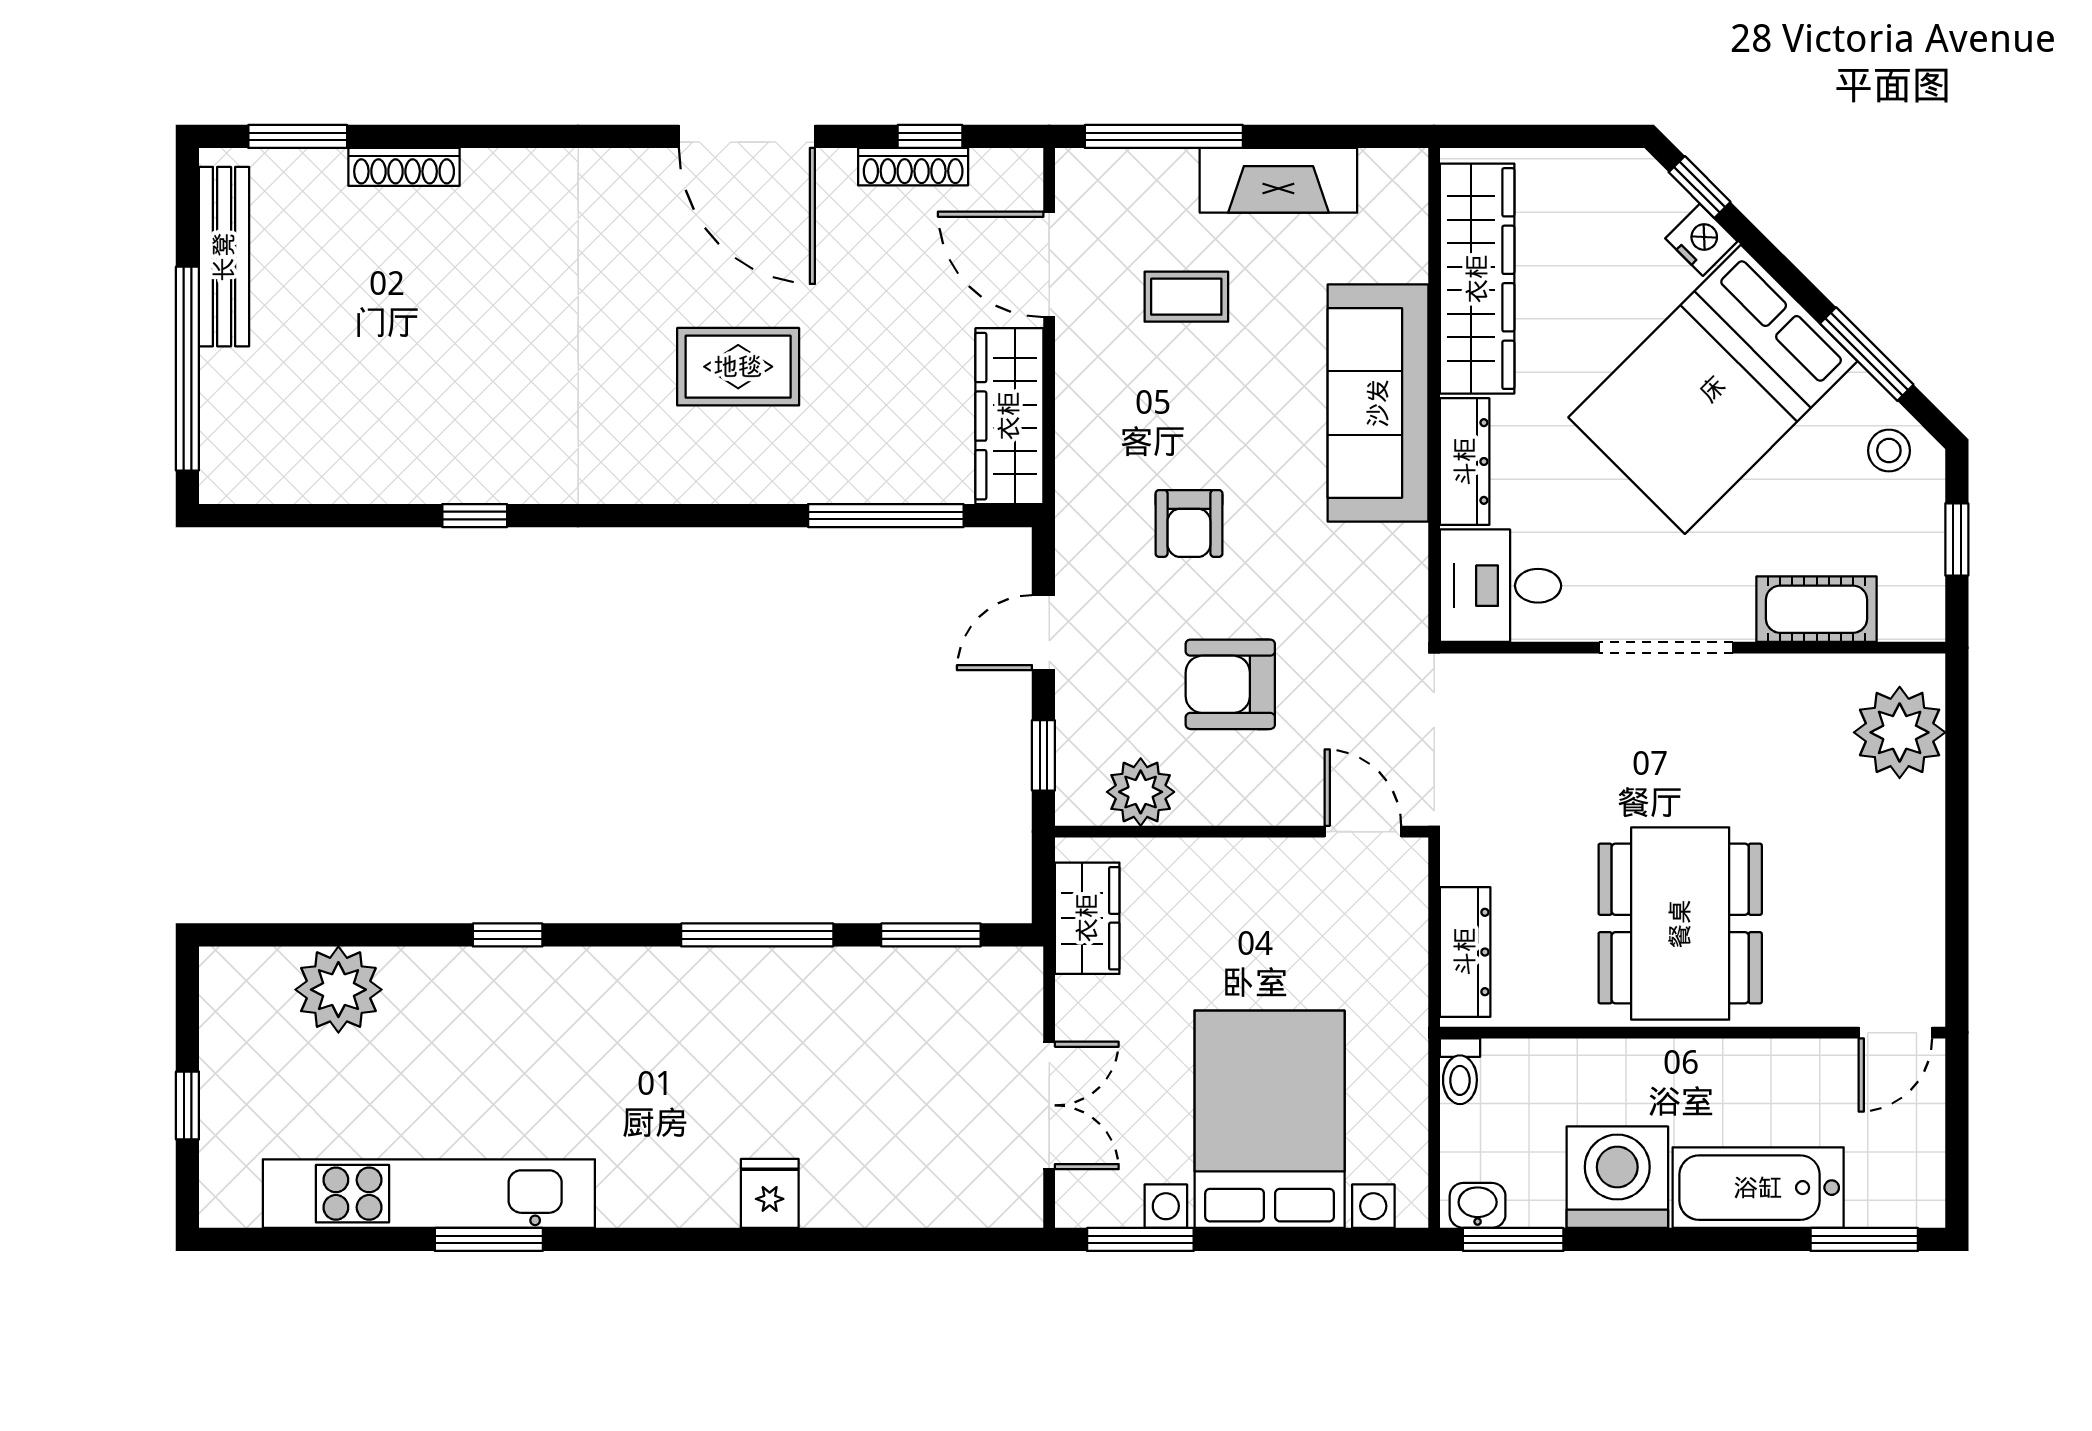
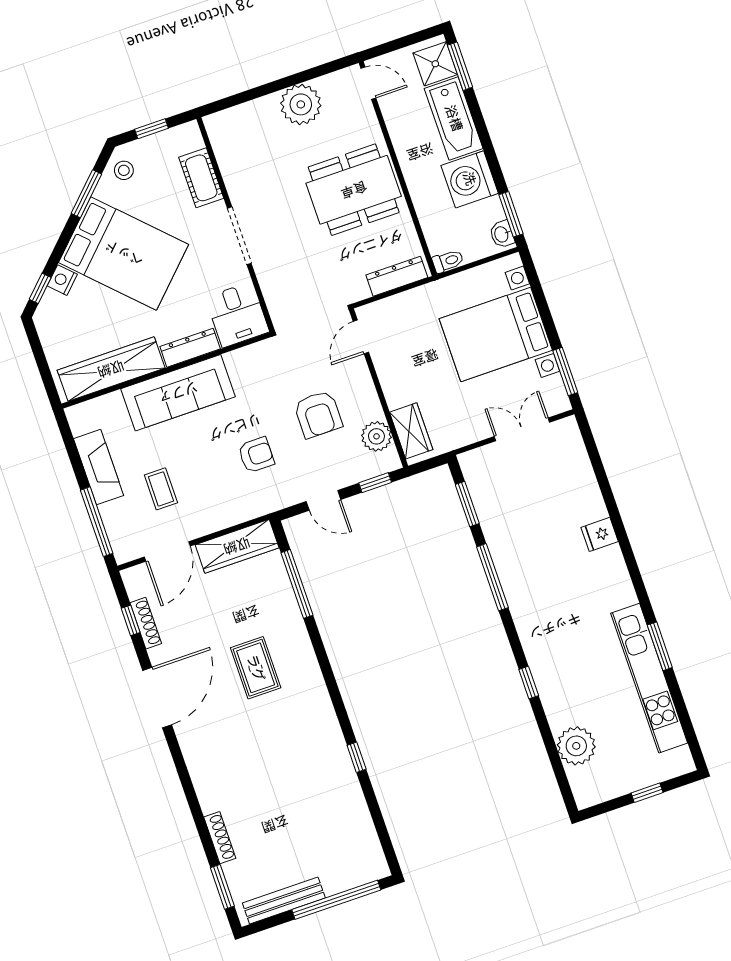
plant: (1900, 732) -> (301, 104), moved
wardrobe: (1087, 918) -> (411, 431), moved, turned 90
shower: (1888, 1189) -> (435, 64), added

